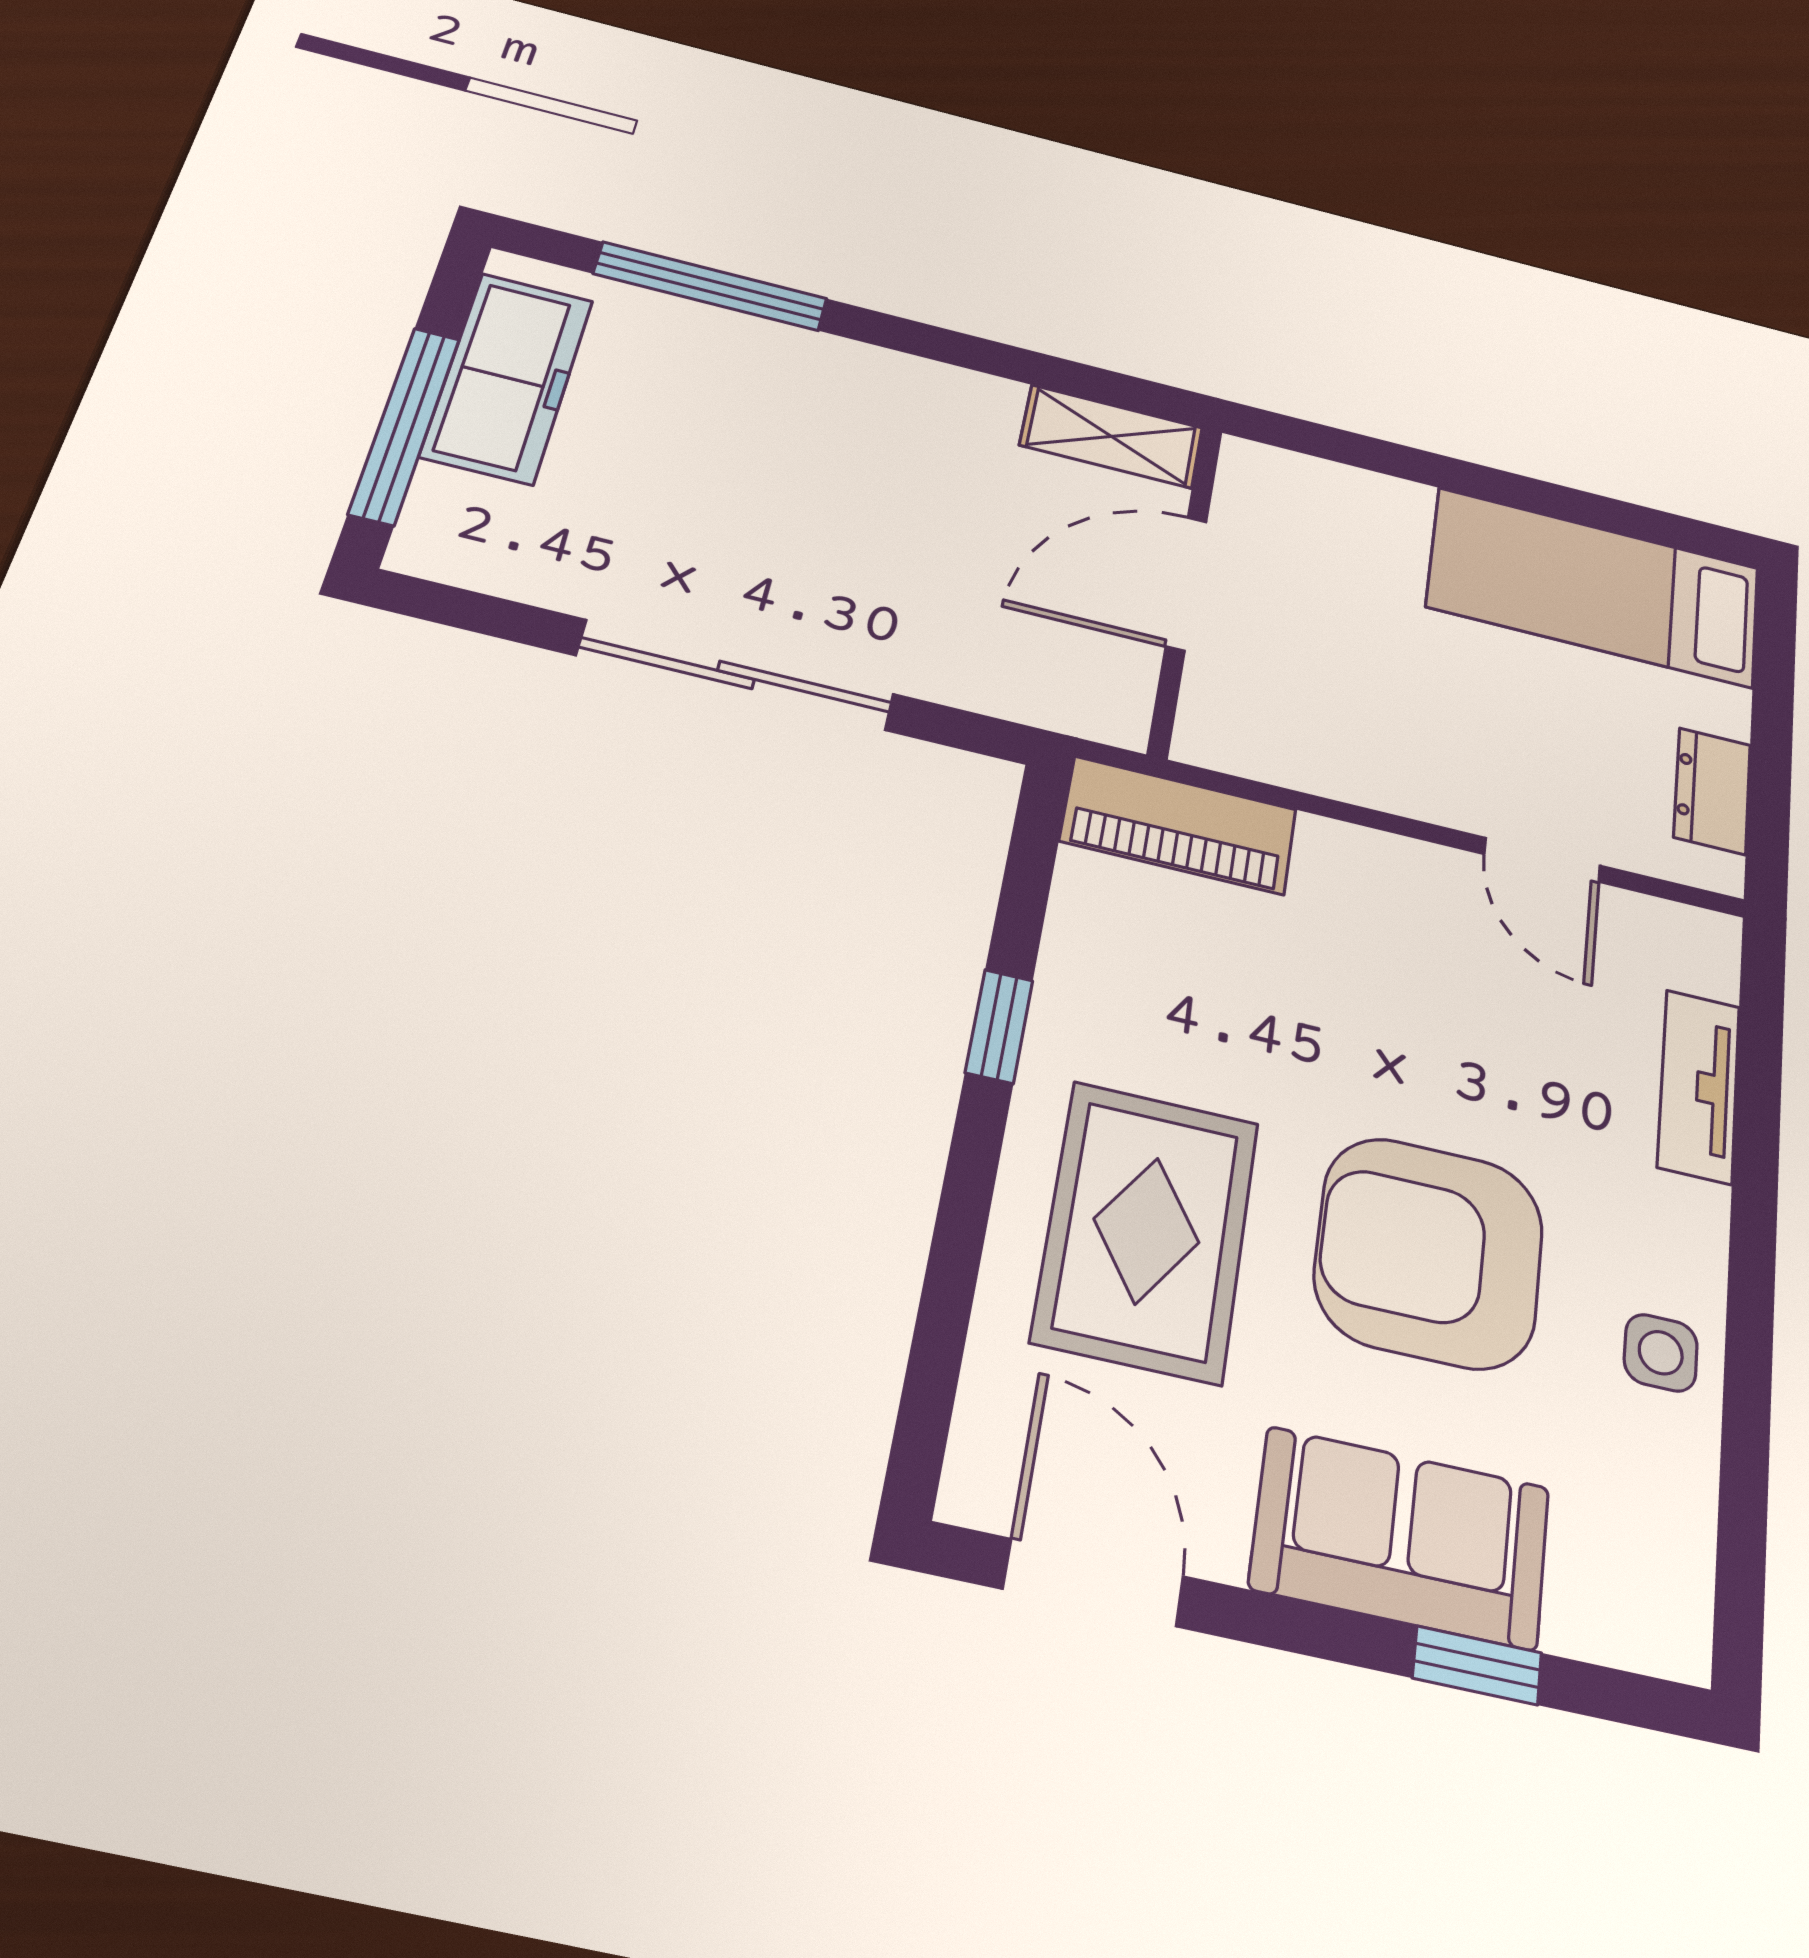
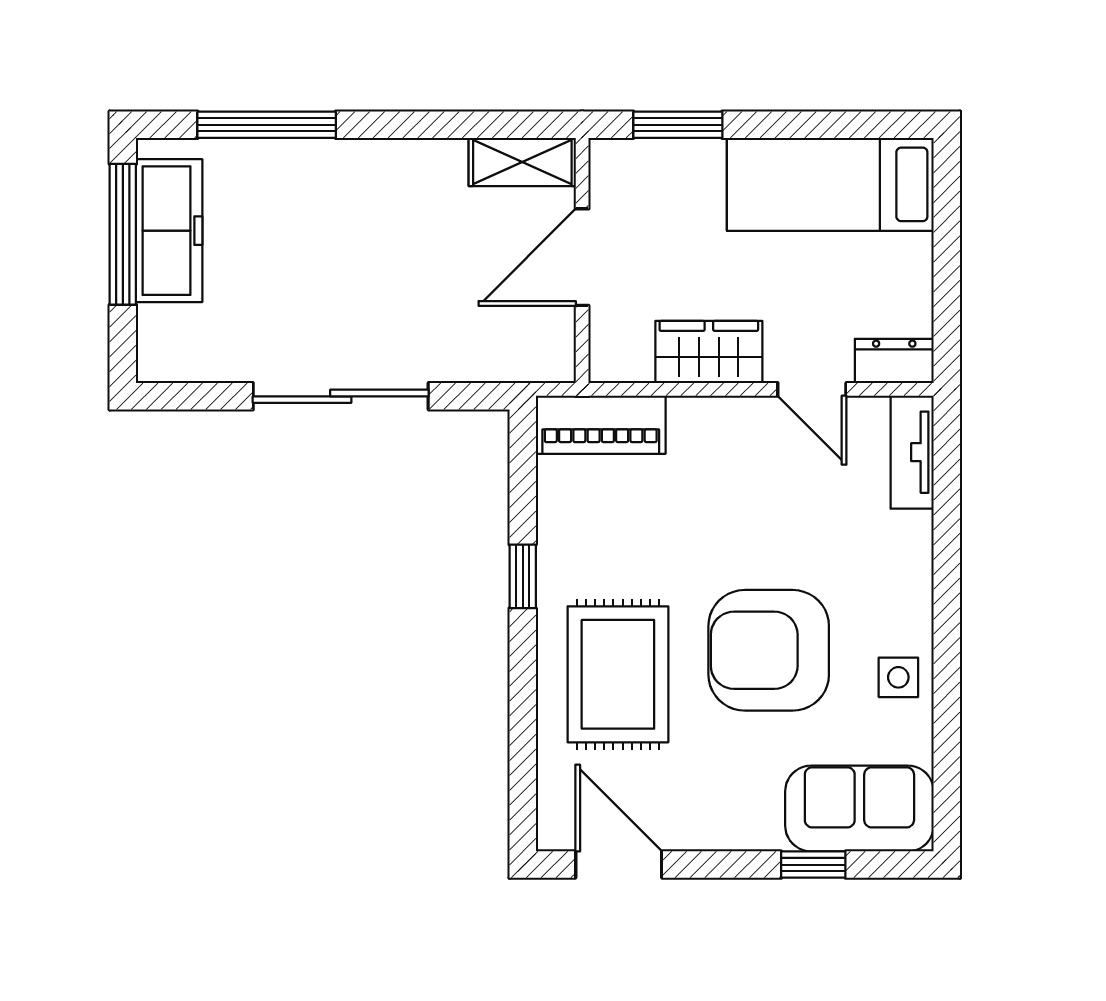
window: (405, 425) -> (123, 234), moved
window: (1364, 452) -> (678, 125), added
wardrobe: (1376, 765) -> (709, 352), added
dresser: (1712, 791) -> (894, 361), moved, turned 90
tv unit: (1699, 1086) -> (912, 452), moved
sofa: (1401, 1538) -> (859, 808), moved

